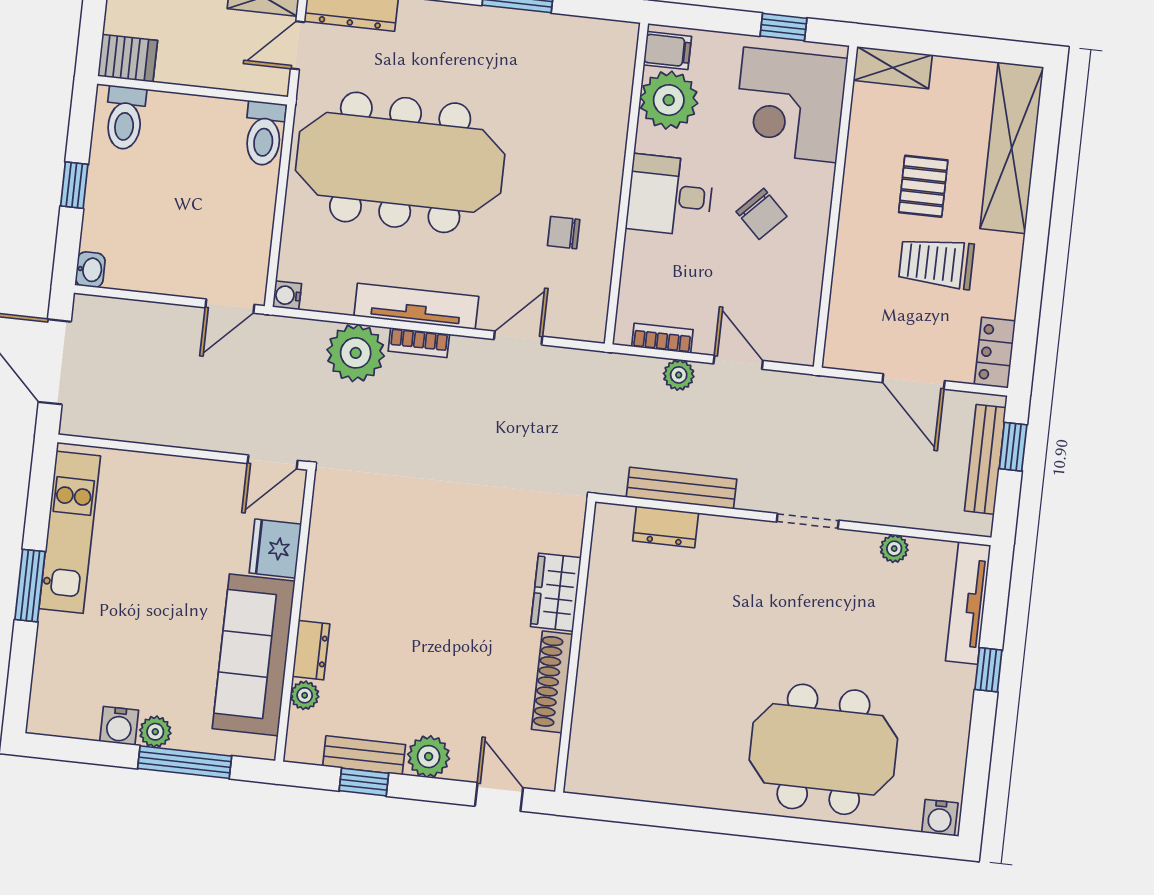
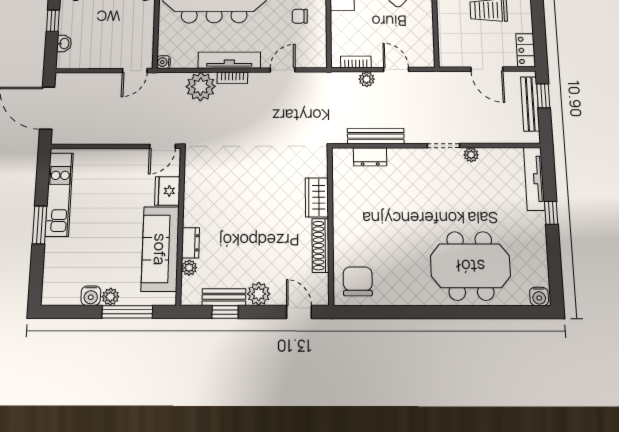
washbasin: (90, 270) -> (64, 43), moved
plant: (894, 549) -> (471, 155), moved
chair: (613, 754) -> (358, 281), added

